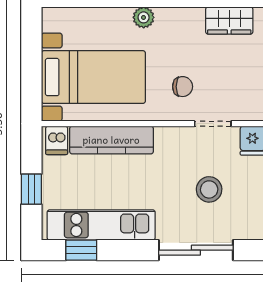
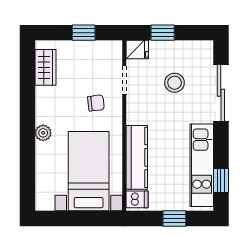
chair: (183, 87) -> (96, 103), turned 83

